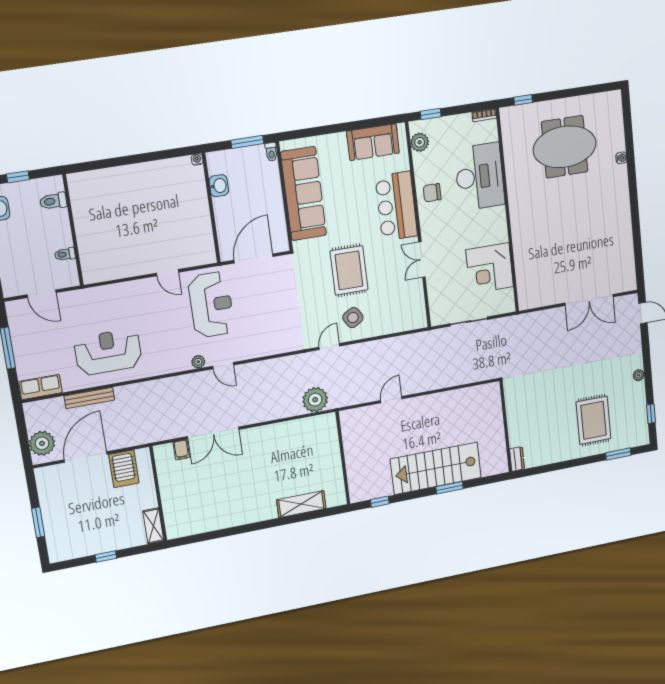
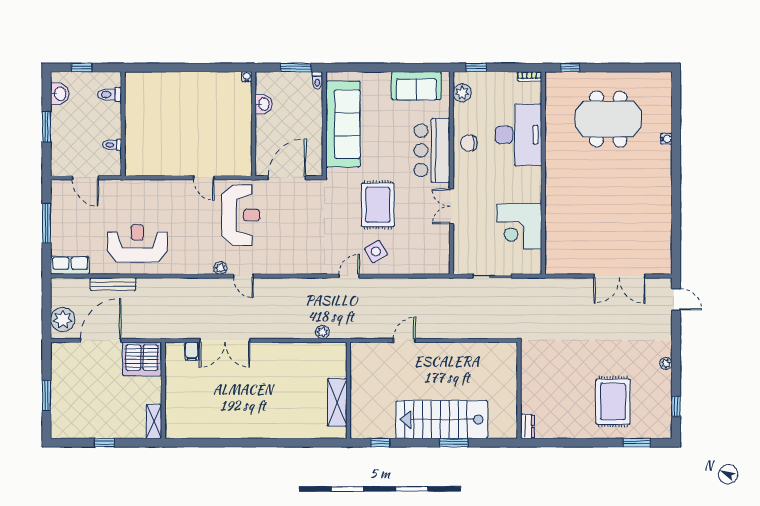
plant: (315, 400) -> (322, 332), width x0.53, depth x0.53
server rack: (124, 469) -> (142, 359), width x1.60
shelving: (301, 504) -> (337, 402), moved, turned 90

